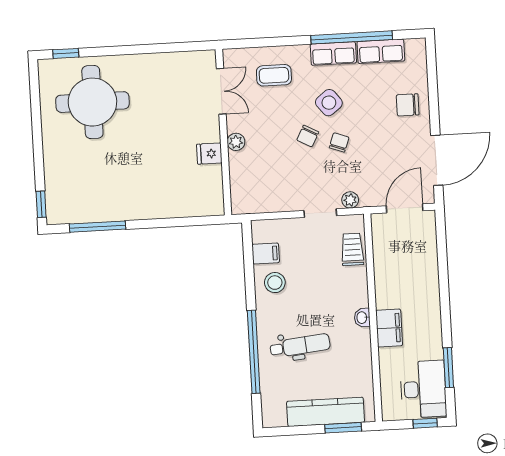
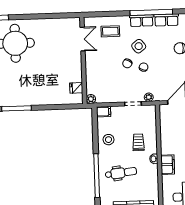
plant: (236, 142) -> (91, 99), moved
fridge: (209, 154) -> (76, 88), moved
trolley: (352, 249) -> (138, 142), moved
filing cabinet: (266, 253) -> (104, 112), moved

